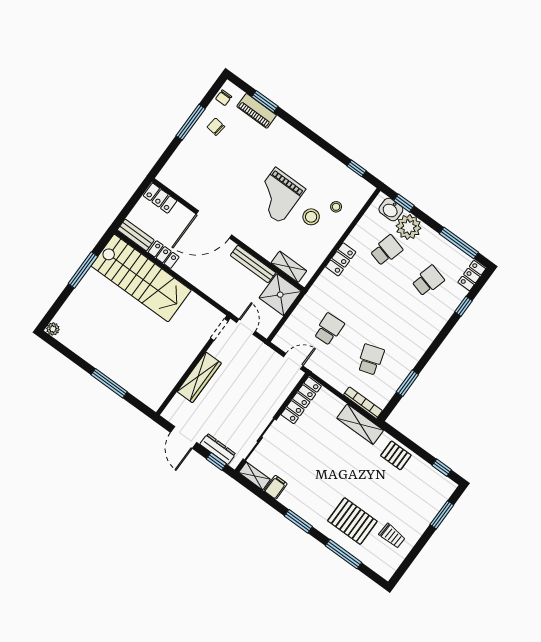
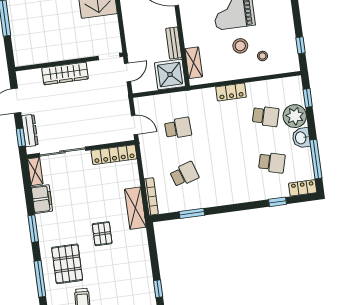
washbasin: (391, 209) -> (301, 138), moved
bench: (253, 264) -> (174, 43), width x0.73
pallet: (396, 455) -> (102, 234), moved
filing cabinet: (276, 487) -> (42, 199), width x2.00

